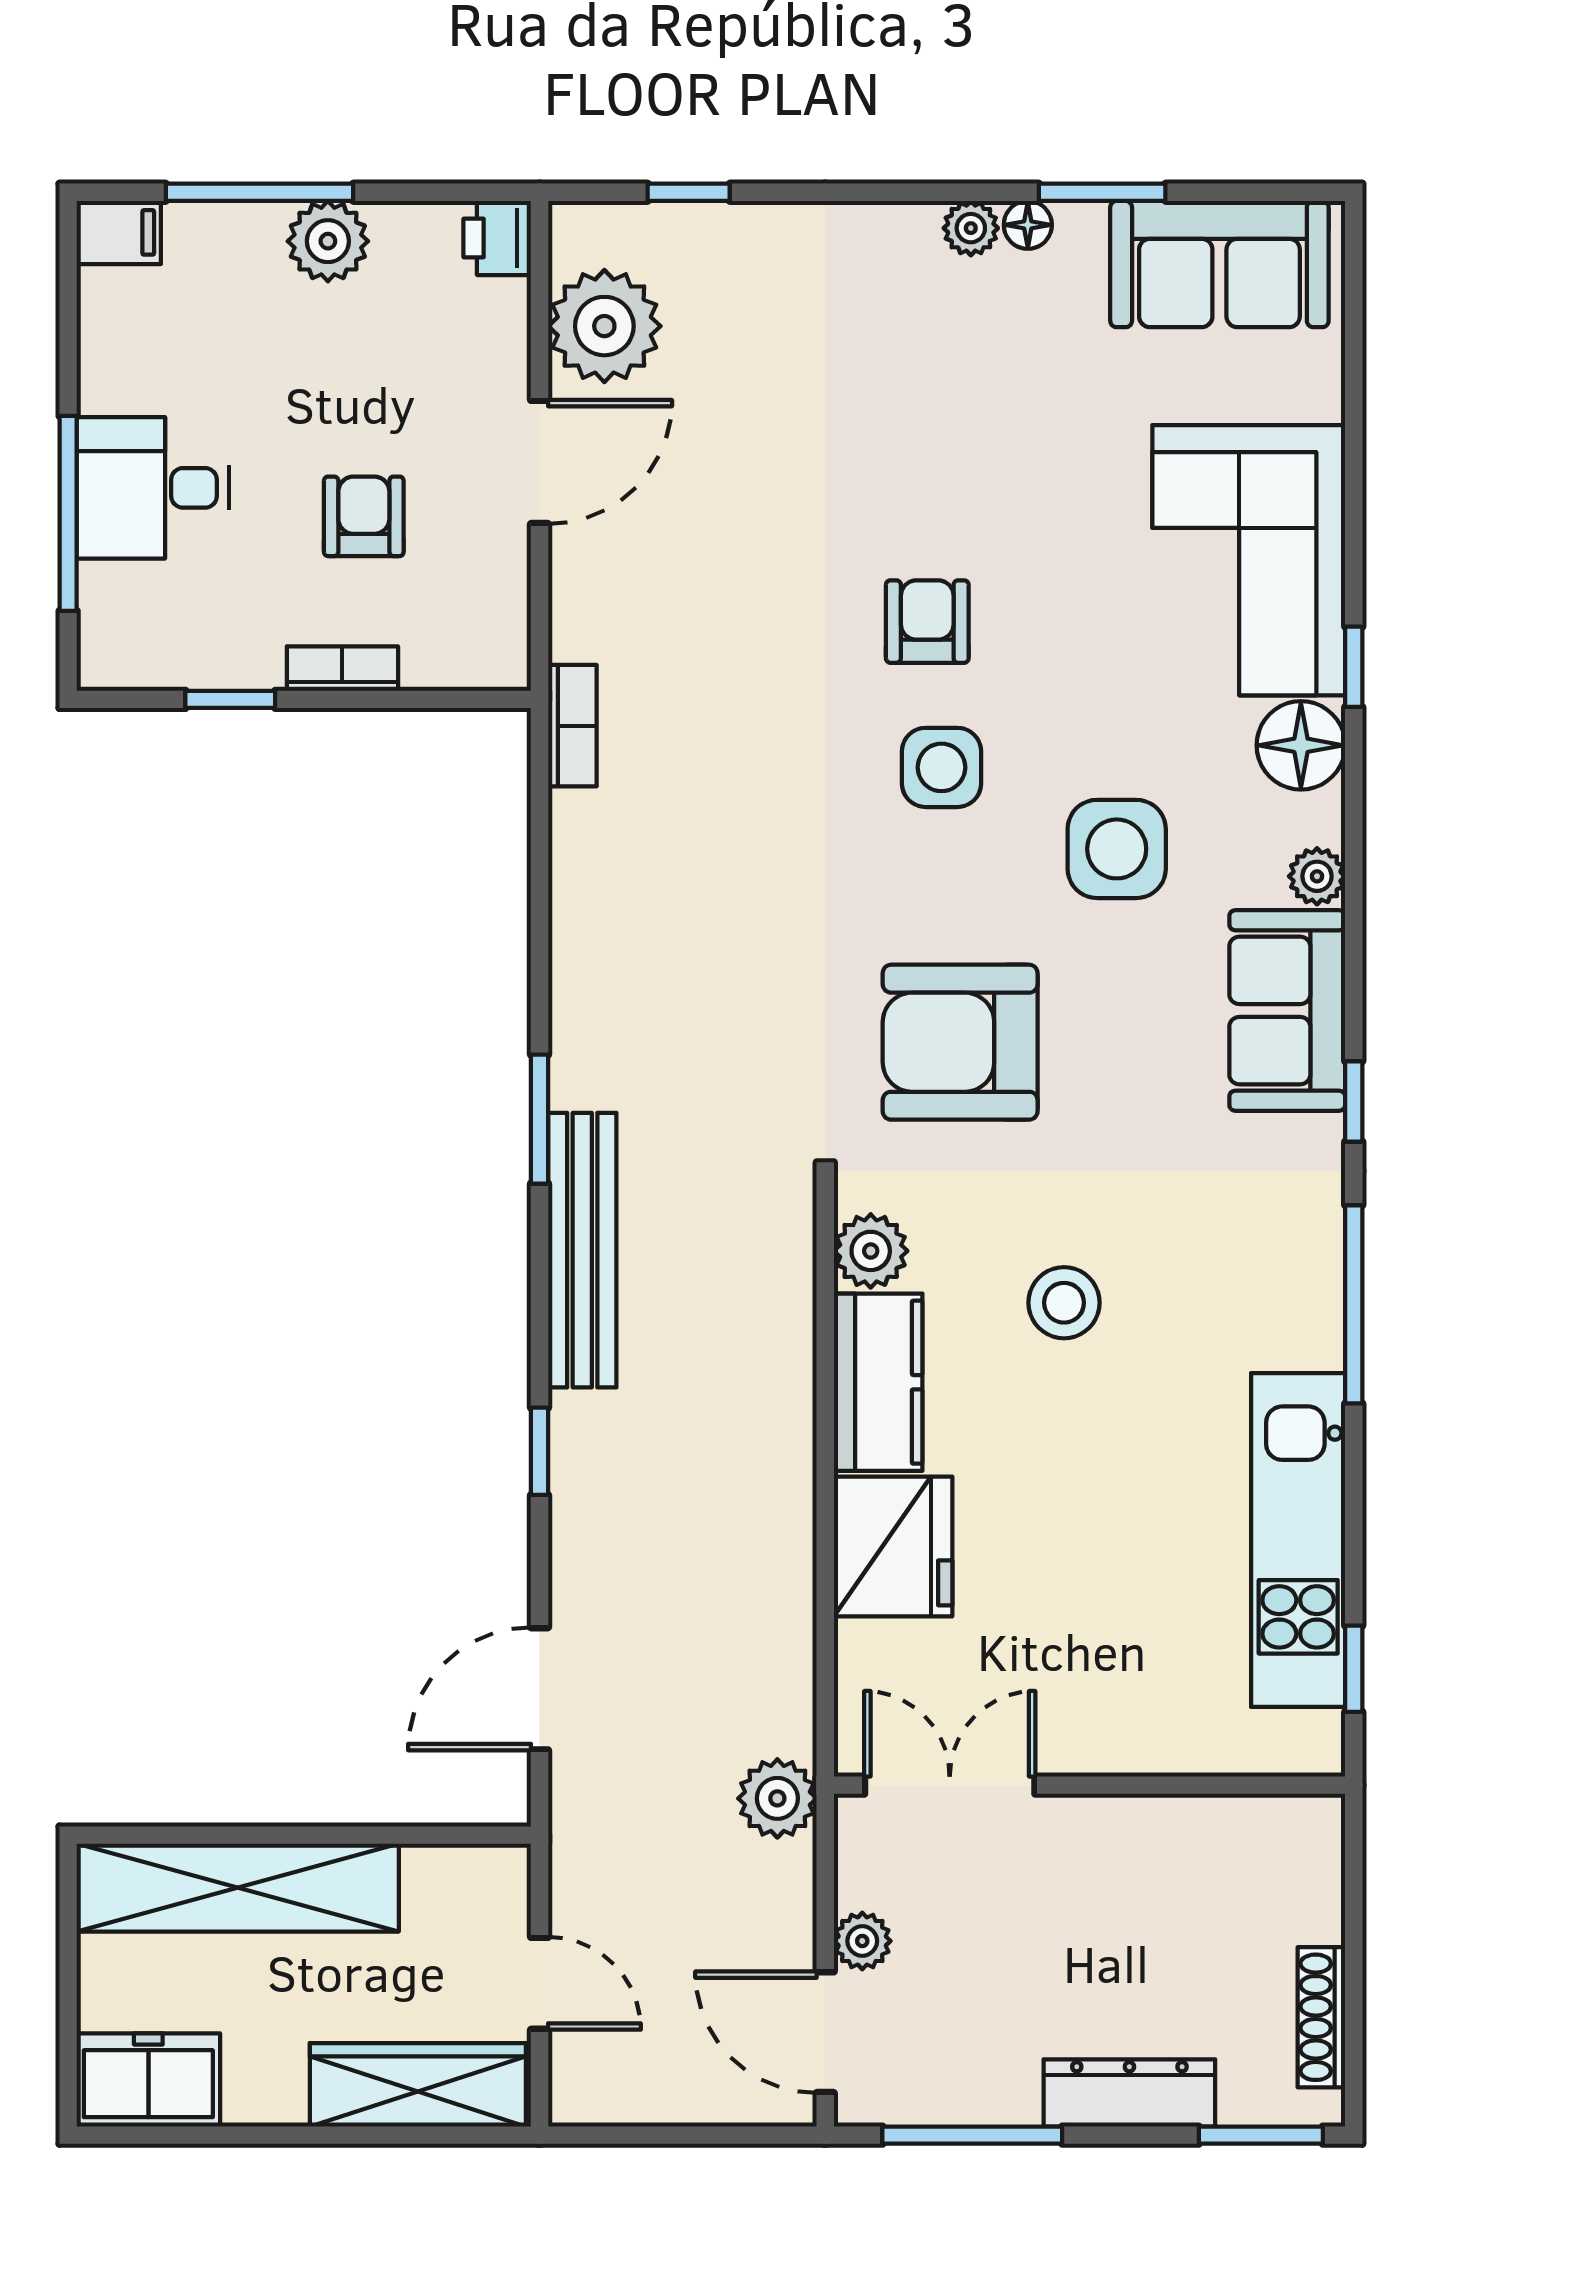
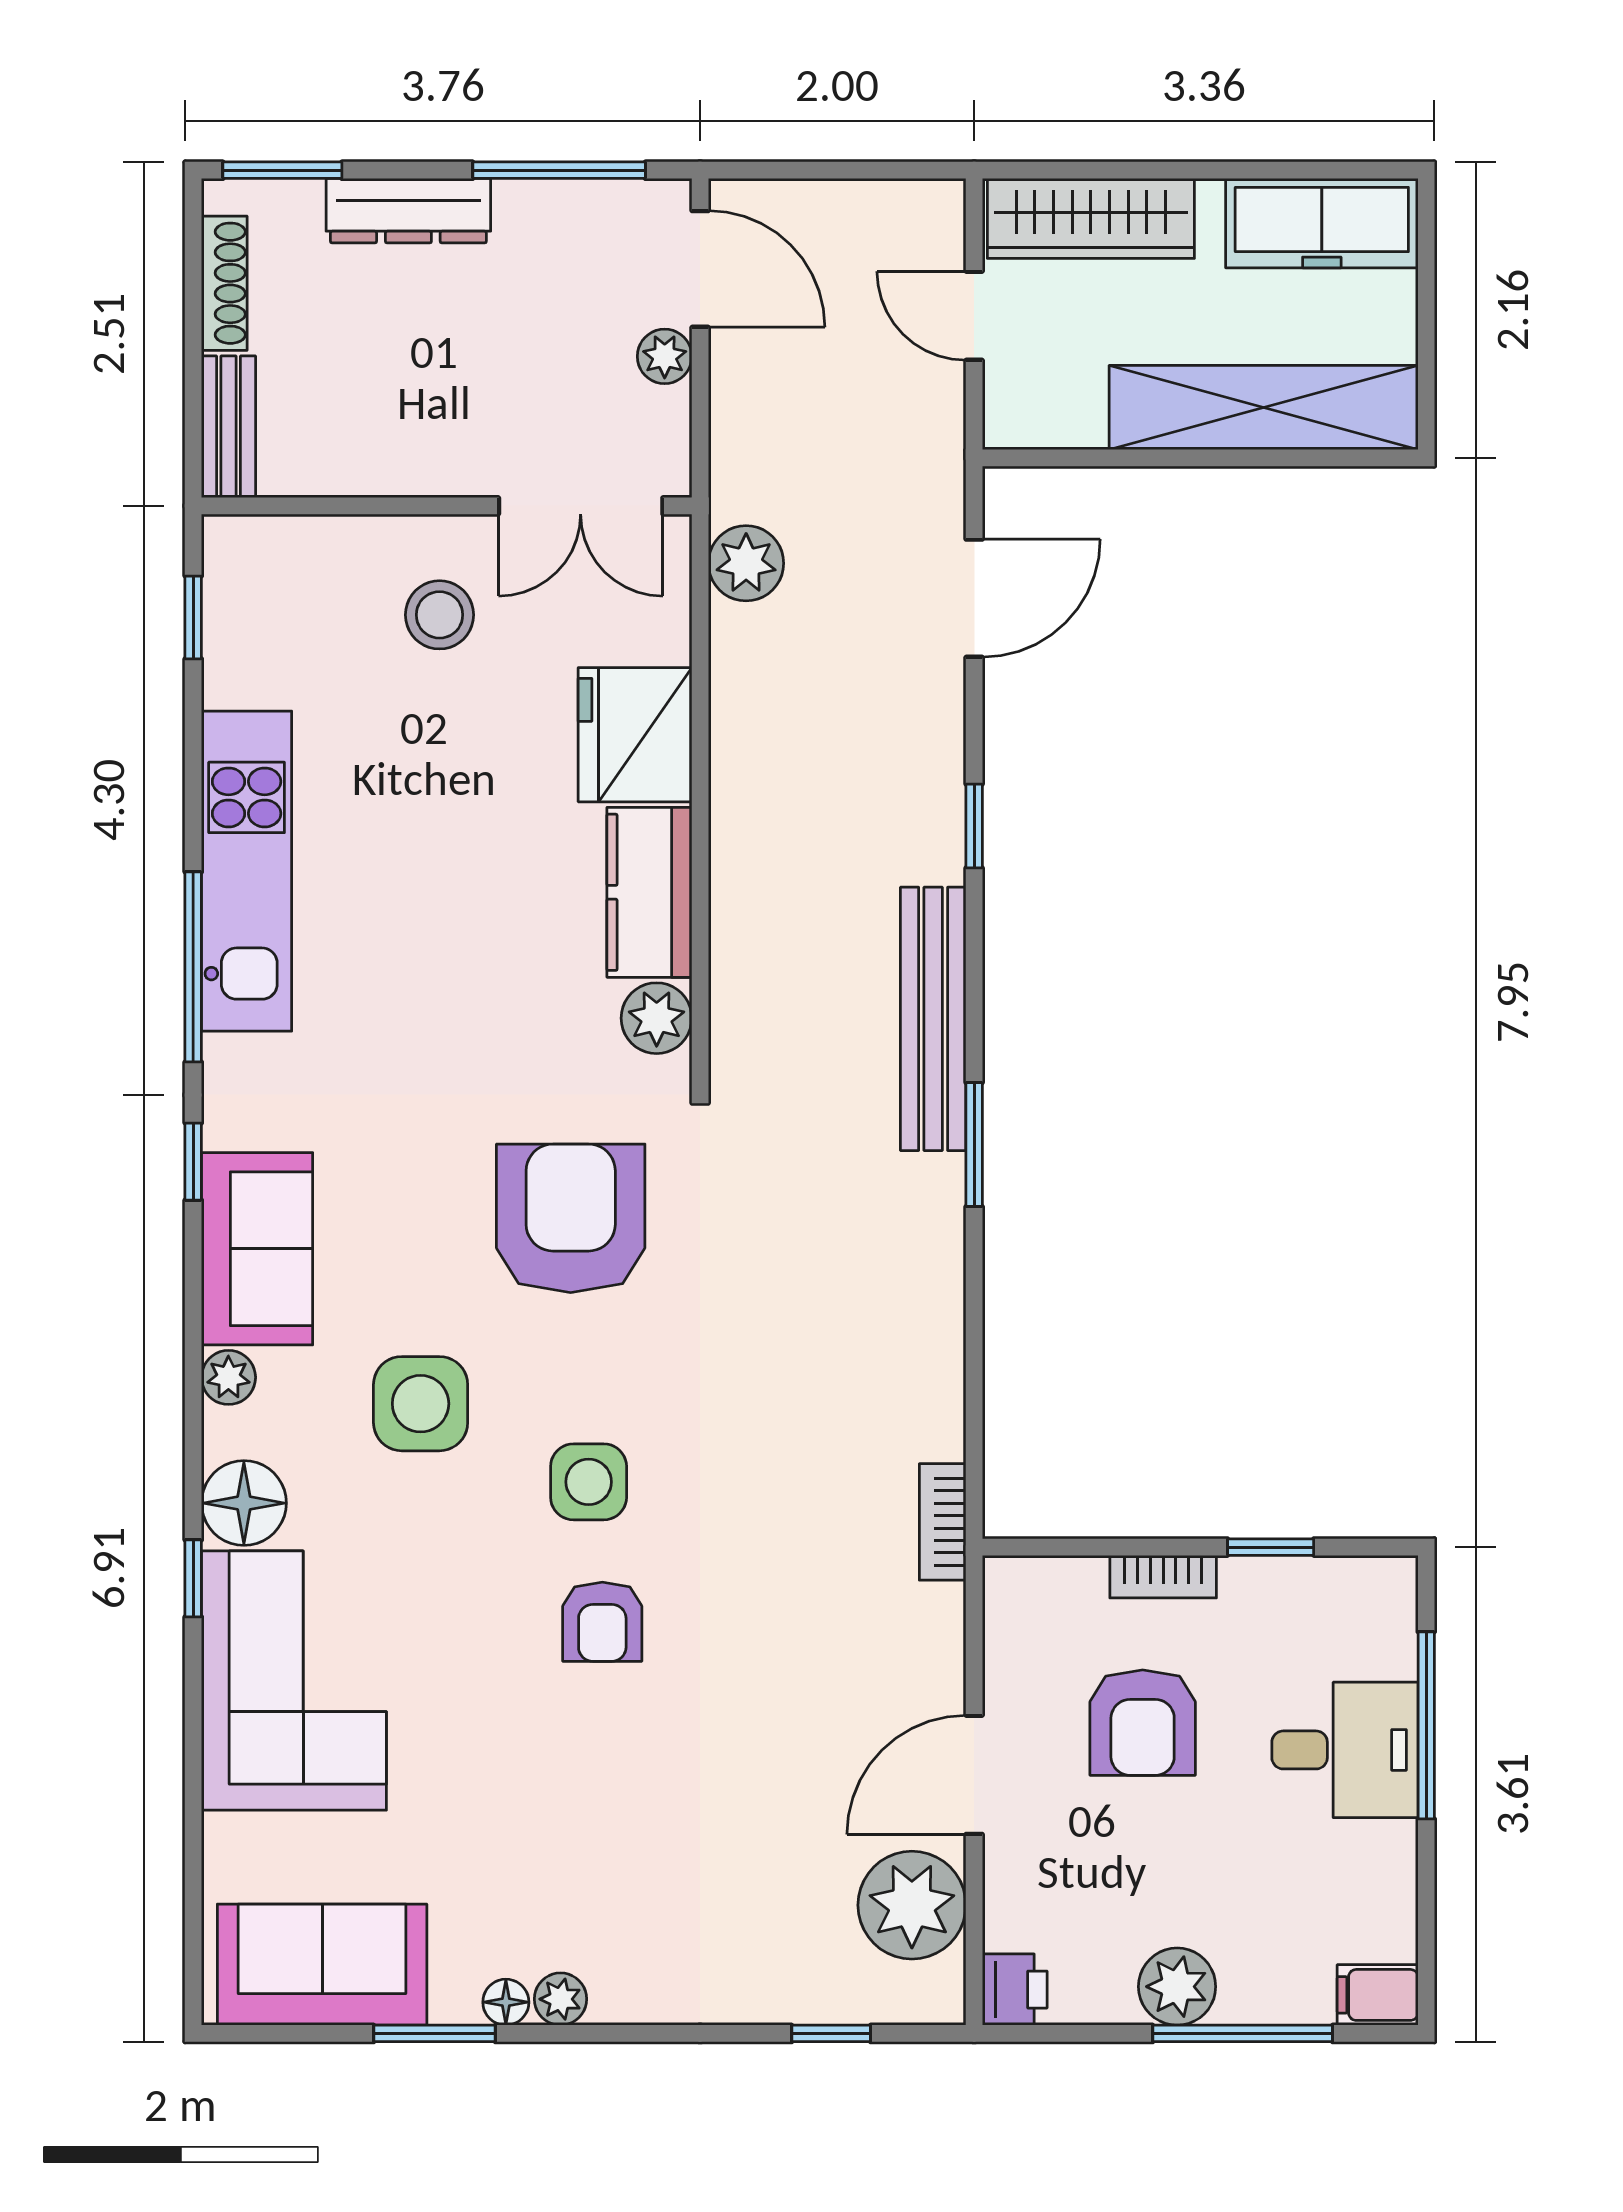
armchair: (364, 516) -> (1143, 1723), width x1.38, depth x1.38
armchair: (960, 1042) -> (571, 1218), turned -90
stool: (1064, 1303) -> (440, 615), moved
kitchen unit: (1298, 1540) -> (247, 871), moved
plant: (777, 1798) -> (746, 563), moved
bench: (1317, 1868) -> (228, 427), added
freezer: (148, 2080) -> (1322, 223), width x1.40

